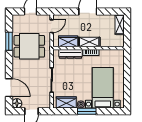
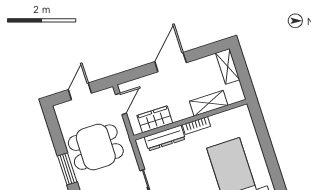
window: (9, 41) -> (67, 169), moved
shelving: (89, 42) -> (209, 103), moved

